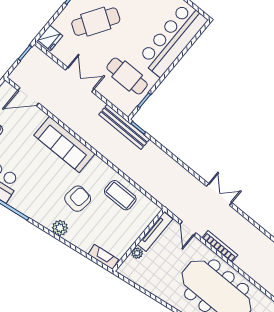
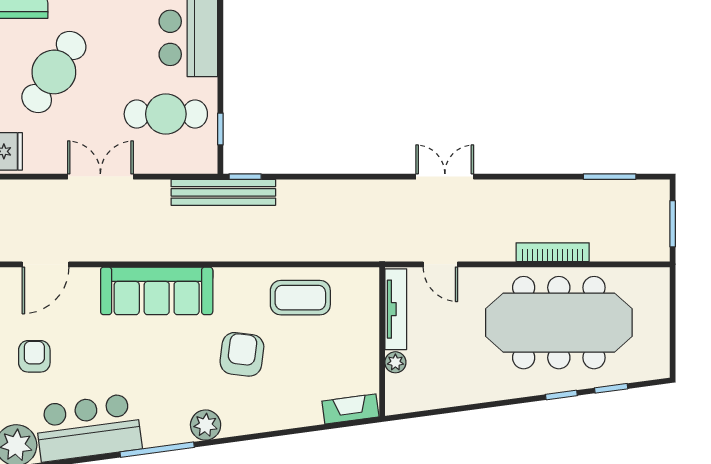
plant: (60, 228) -> (206, 425), moved
bookcase: (220, 246) -> (553, 252), moved

